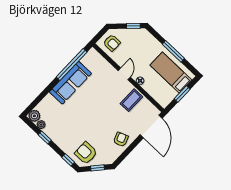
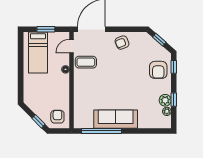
window: (133, 26) -> (39, 121), moved
window: (173, 51) -> (21, 65), removed
door: (124, 74) -> (71, 46), moved
plant: (34, 116) -> (165, 100), moved
armchair: (86, 153) -> (158, 70), moved

